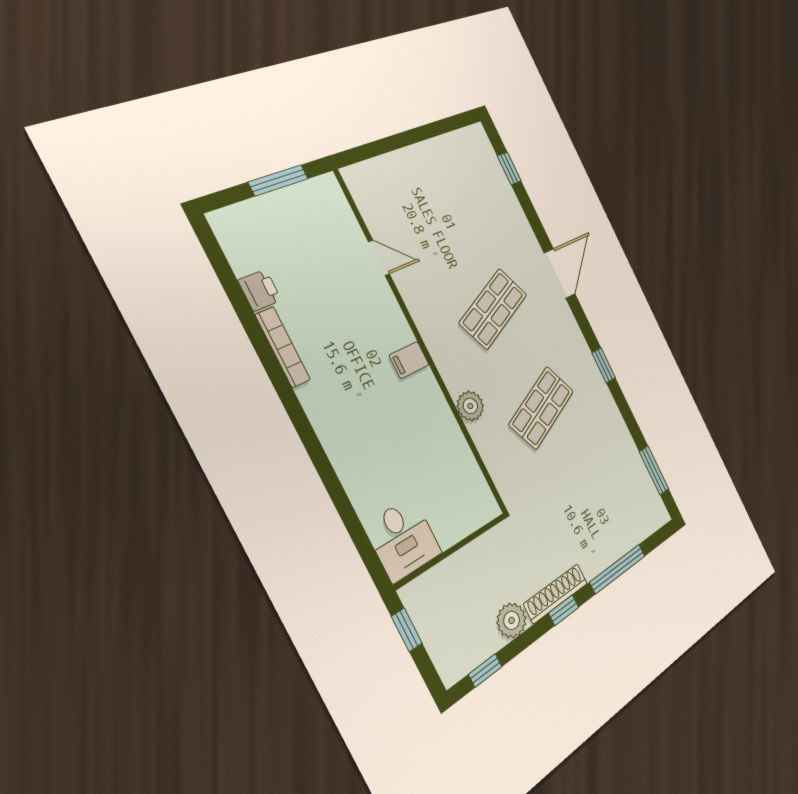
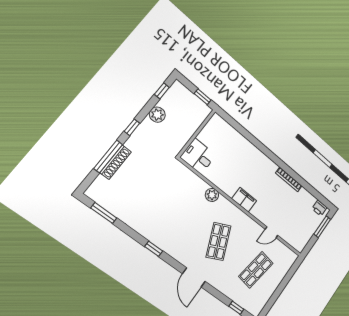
window: (278, 180) -> (322, 227), moved
printer: (260, 290) -> (319, 208), moved
filing cabinet: (409, 360) -> (244, 200), width x2.00
shop shelf: (542, 408) -> (256, 270), moved, turned 33
desk: (403, 539) -> (198, 156), moved
shoe rack: (556, 594) -> (116, 162), moved

